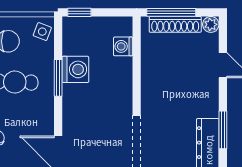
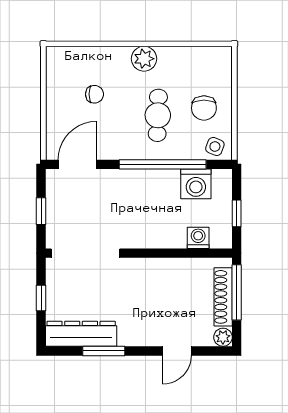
window: (79, 12) -> (237, 213), moved
washing machine: (75, 69) -> (196, 184), moved
window: (58, 78) -> (163, 164), width x2.11

